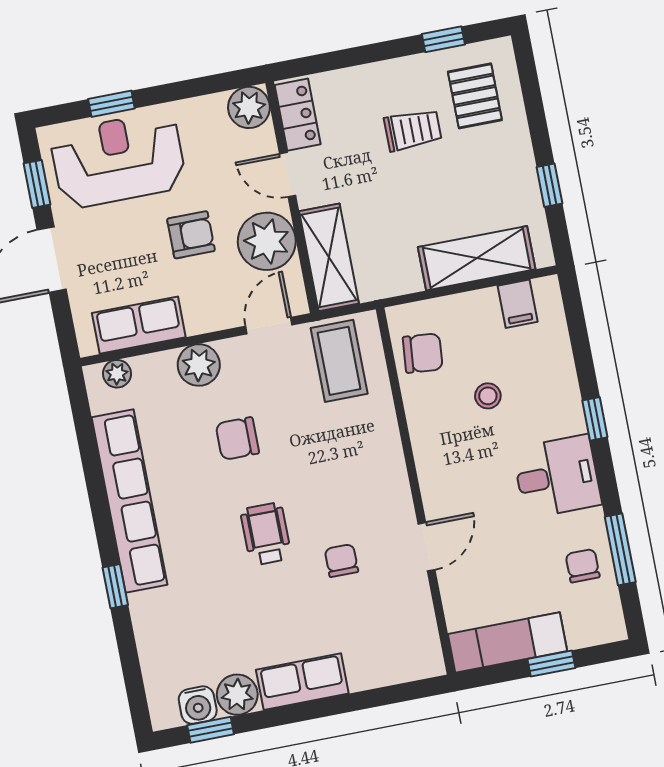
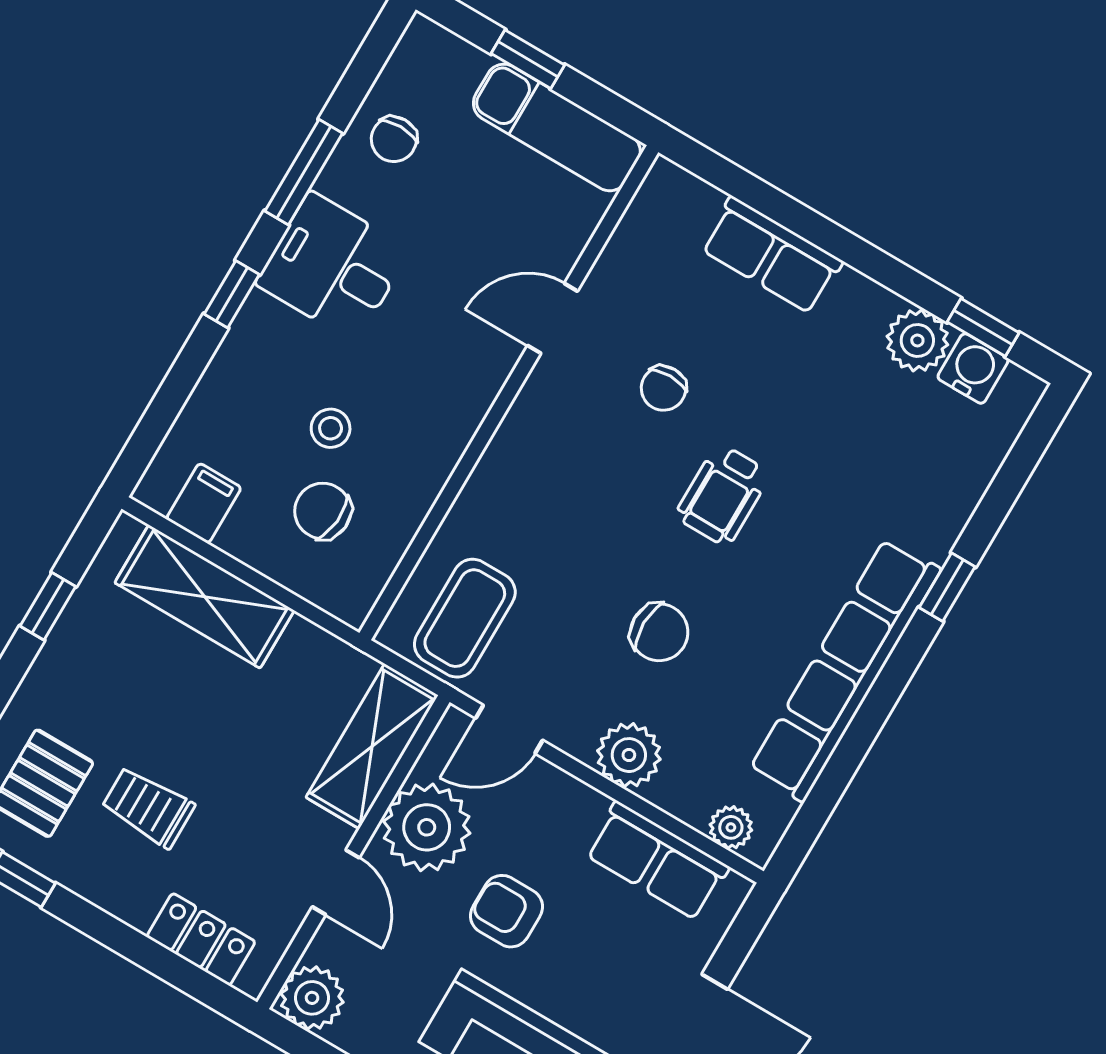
locker: (298, 115) -> (201, 939), moved, turned 90
chair: (423, 353) -> (323, 511), moved
window: (620, 549) -> (304, 172), moved
row of seats: (302, 682) -> (771, 255), moved

